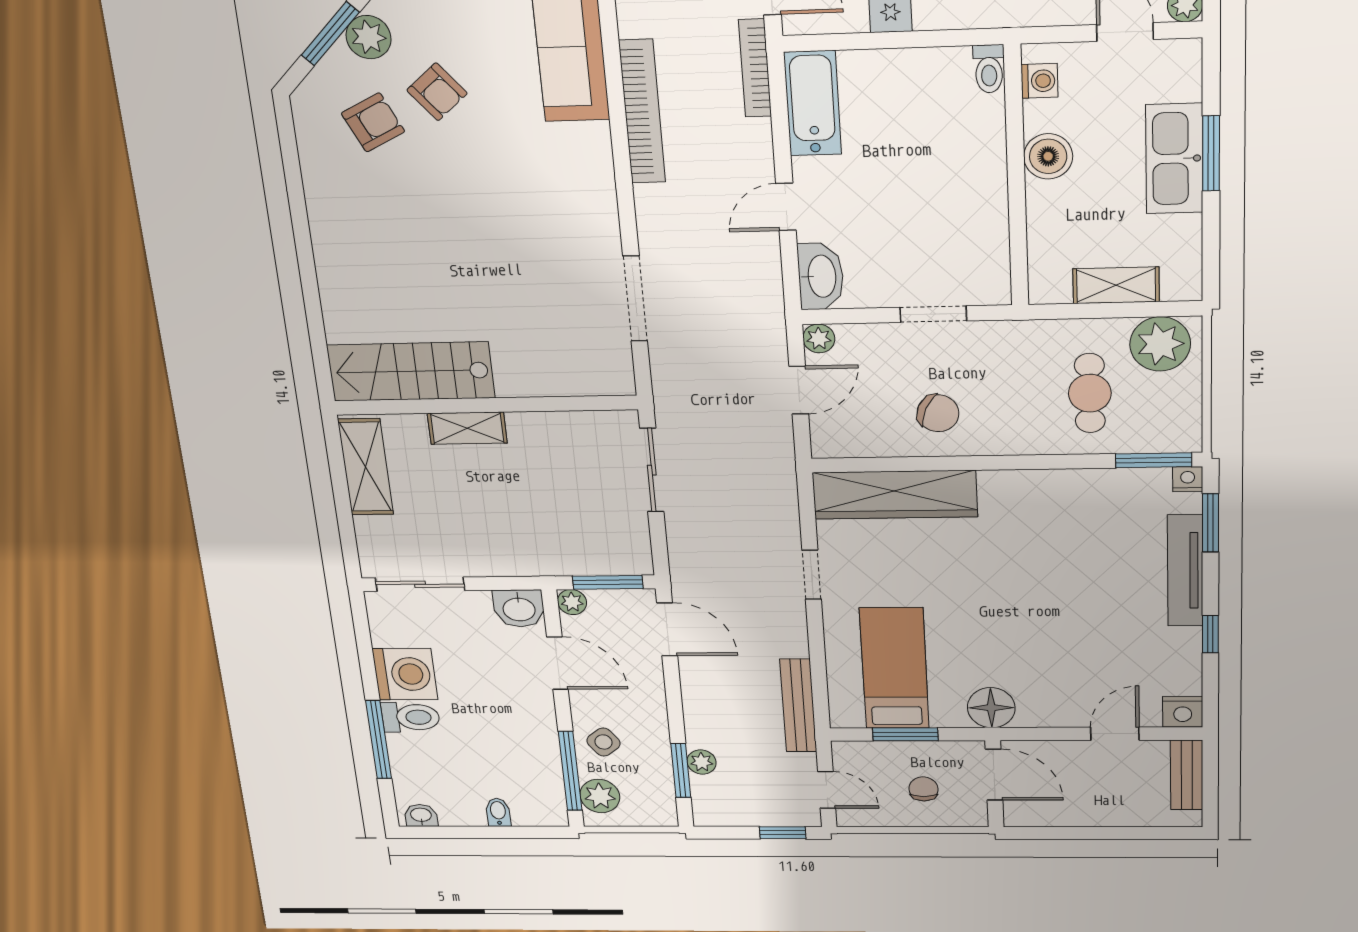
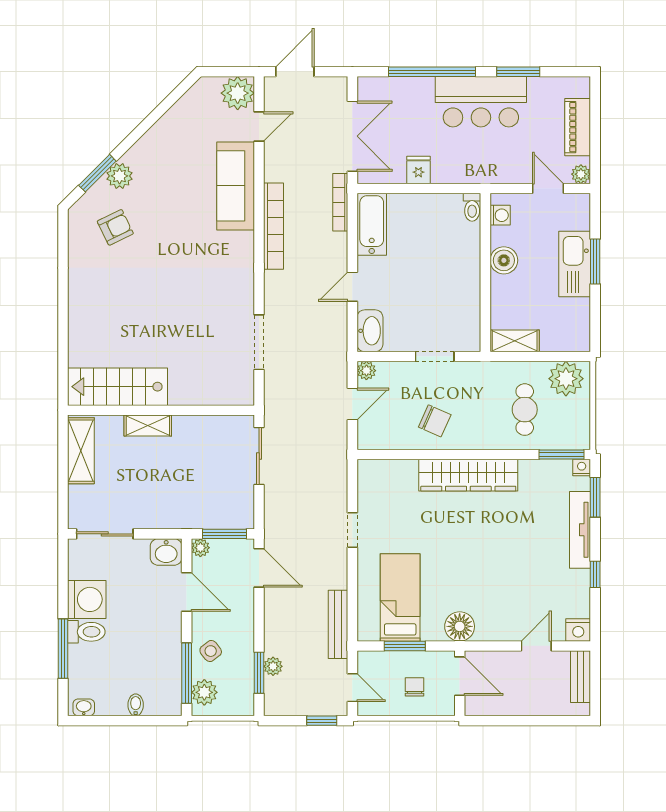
armchair: (437, 92) -> (155, 210), removed
shelving: (1116, 285) -> (515, 341), moved
wardrobe: (895, 495) -> (468, 475), moved

